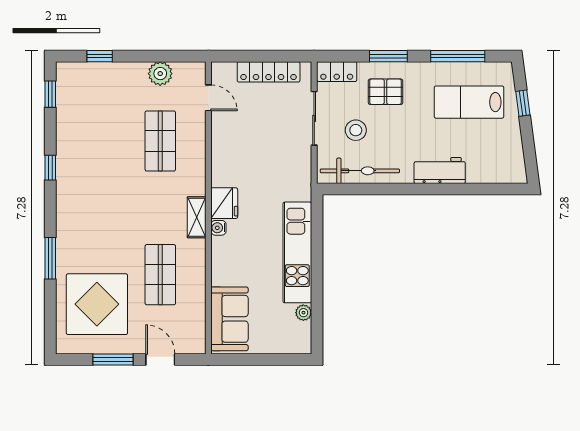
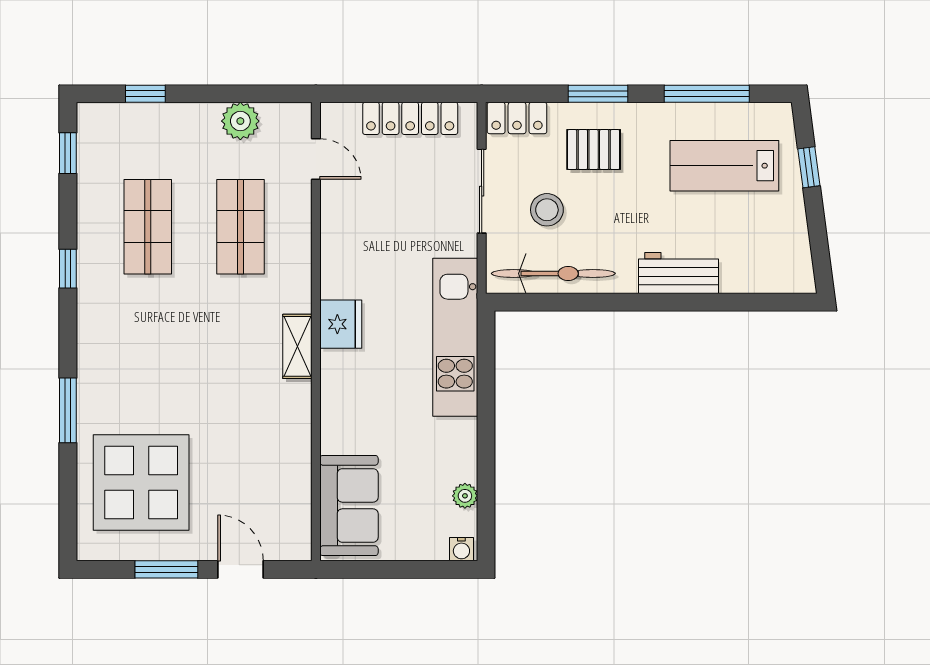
water cooler: (218, 228) -> (461, 549), moved, turned -90
kitchen unit: (297, 252) -> (455, 337), moved
shop shelf: (160, 275) -> (148, 227), moved

